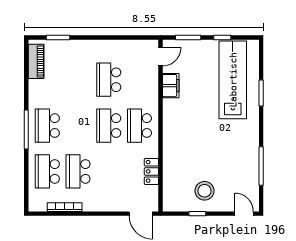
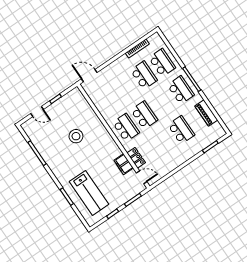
door: (161, 57) -> (142, 177), swing flipped
piano: (36, 61) -> (206, 113), moved
school desk: (109, 80) -> (181, 130), moved
lab bench: (233, 80) -> (89, 193), width x0.73
locker: (151, 171) -> (136, 158), moved
stool: (205, 191) -> (76, 136), moved
door: (244, 214) -> (37, 111), moved

